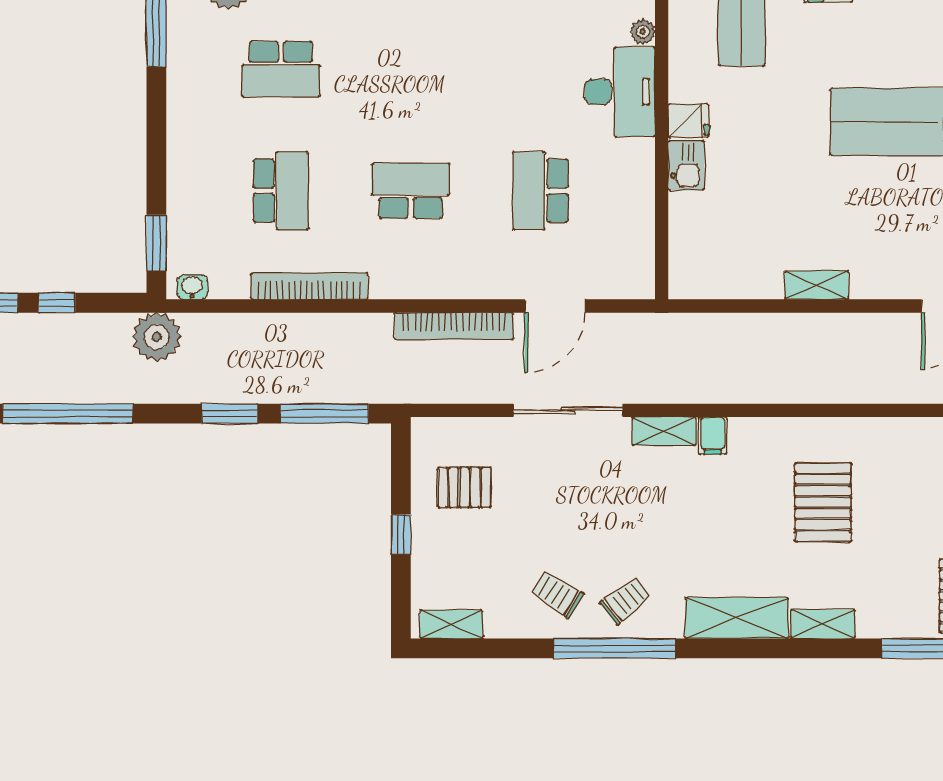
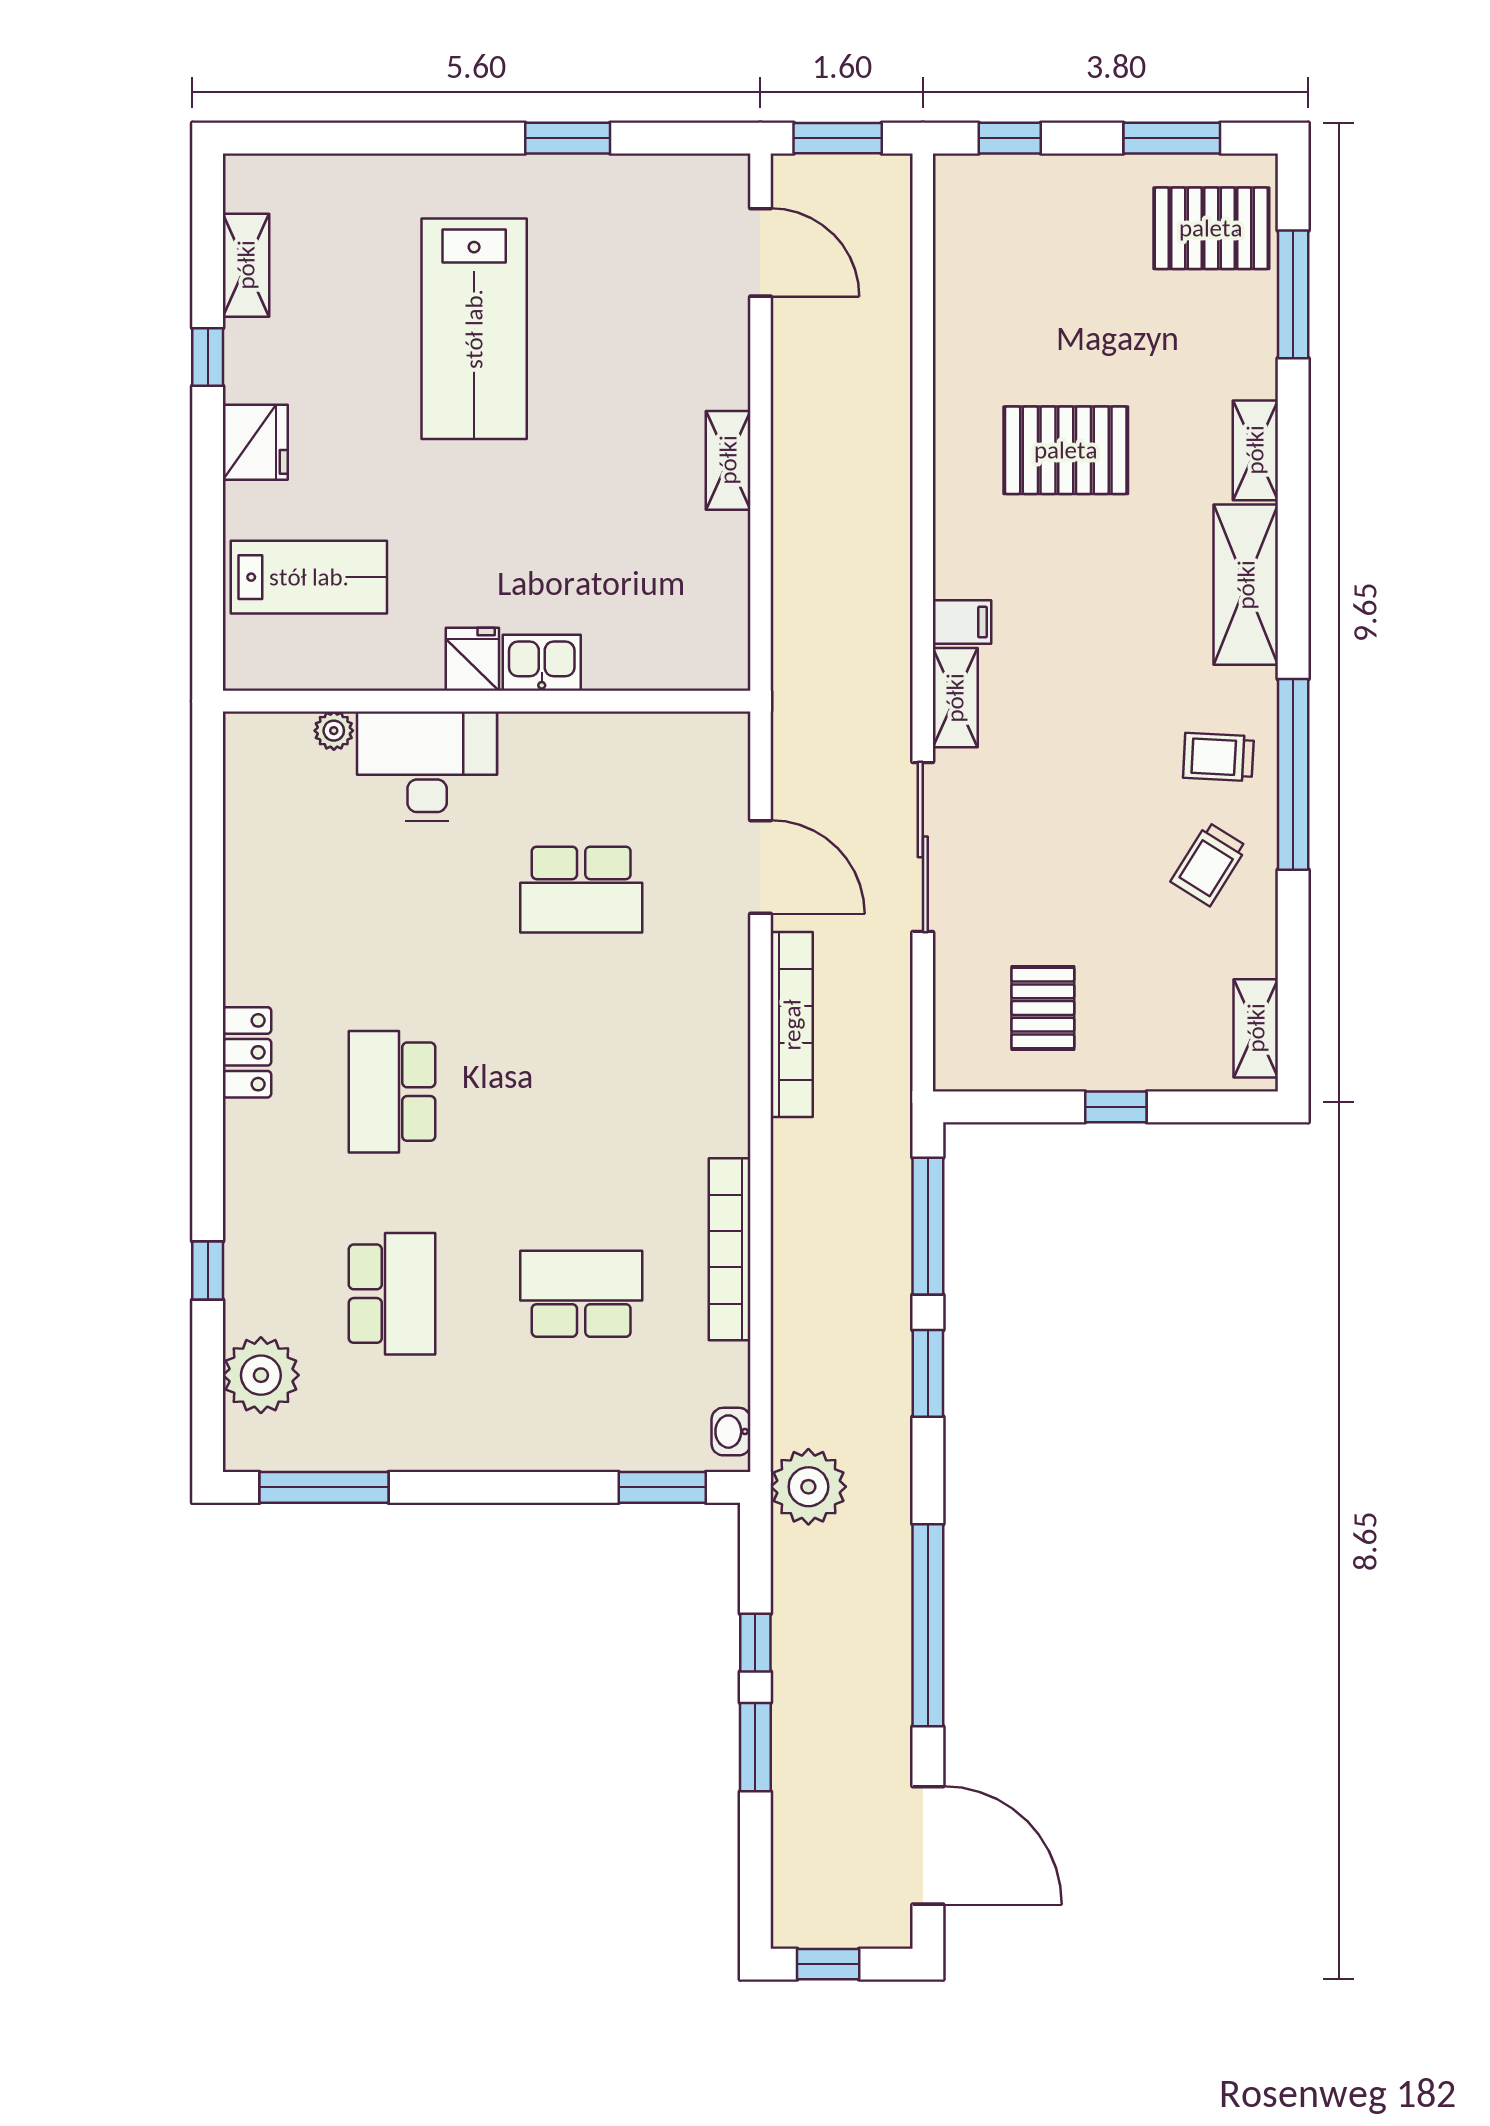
school desk: (411, 191) -> (392, 1092), moved
trolley: (626, 600) -> (1218, 757), turned -49

